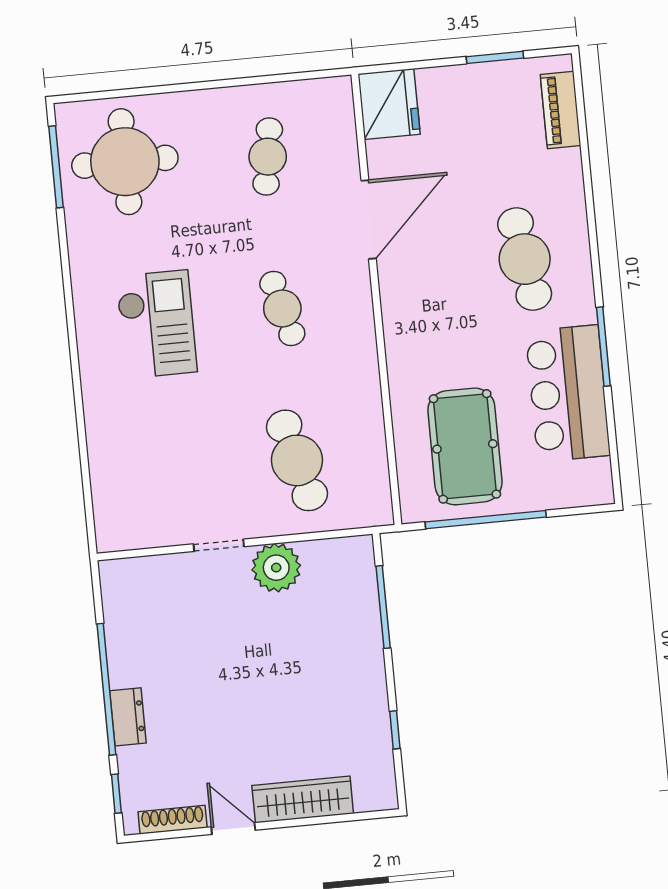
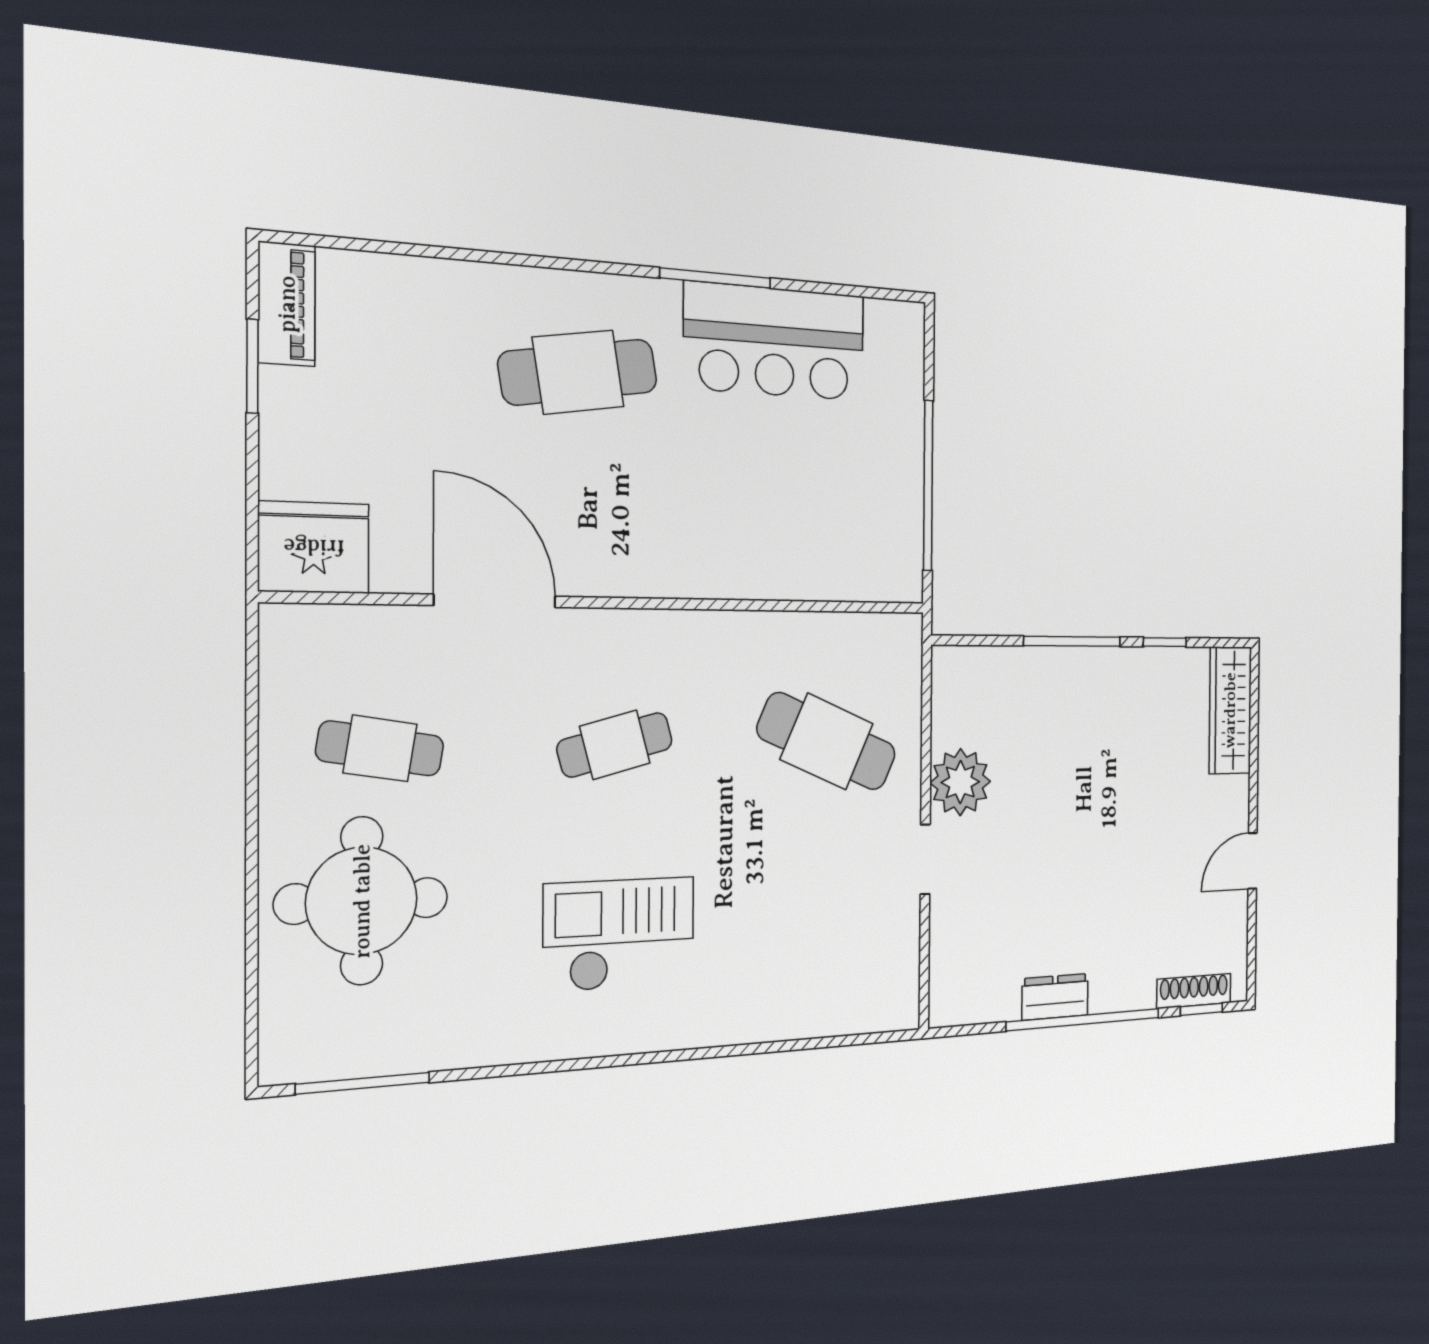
piano: (561, 110) -> (287, 304), moved, turned -90
round table: (125, 162) -> (362, 901), moved
pool table: (465, 446) -> (831, 501), removed
cafe table: (297, 460) -> (827, 741), turned 39
window: (383, 607) -> (1072, 641), moved
dresser: (128, 717) -> (1055, 997), moved
wardrobe: (303, 800) -> (1230, 710), moved
shoe rack: (173, 820) -> (1194, 991), moved, turned 90

